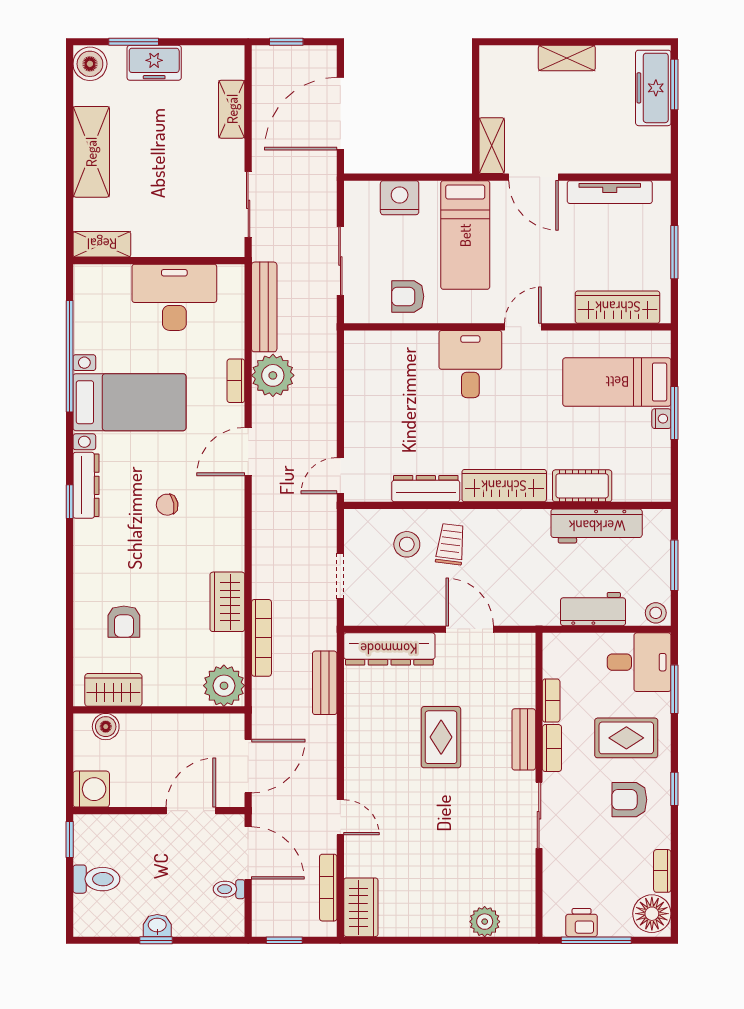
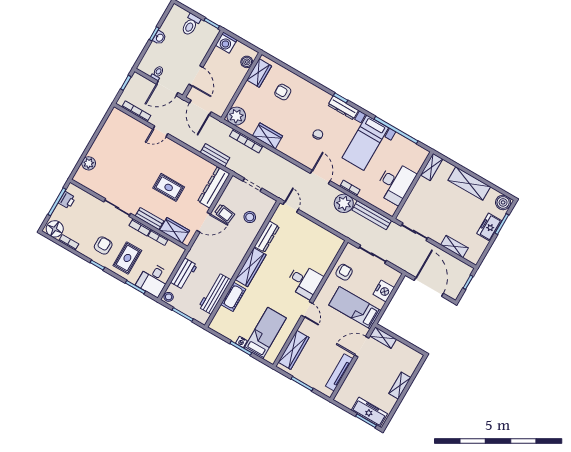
trolley: (451, 544) -> (225, 214), moved
wardrobe: (361, 907) -> (175, 230), moved, turned 180

